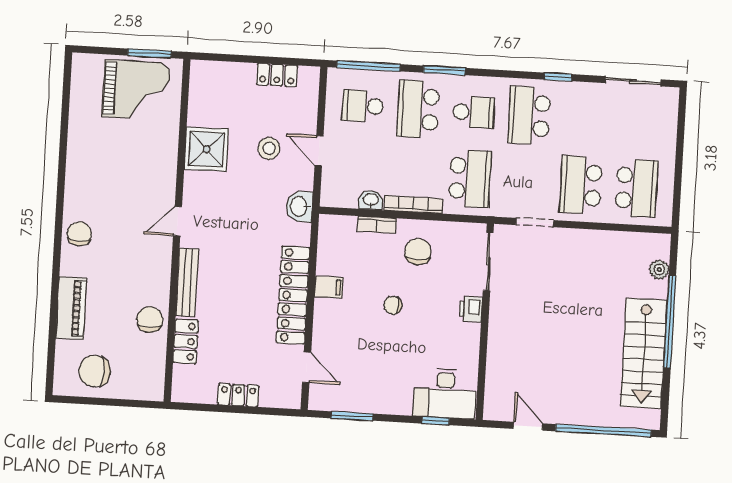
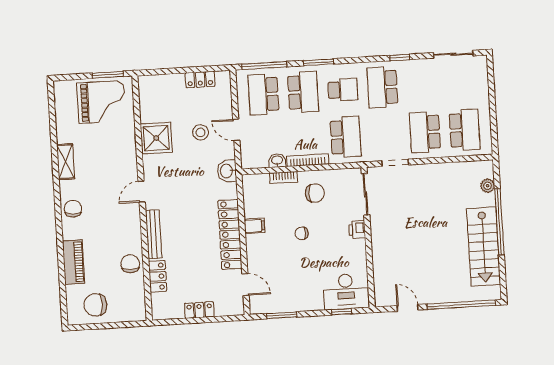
school desk: (363, 106) -> (263, 94), width x1.85
school desk: (418, 109) -> (303, 92), turned 180
shelving: (77, 167) -> (66, 162), added
chair: (418, 252) -> (315, 193), turned 90

